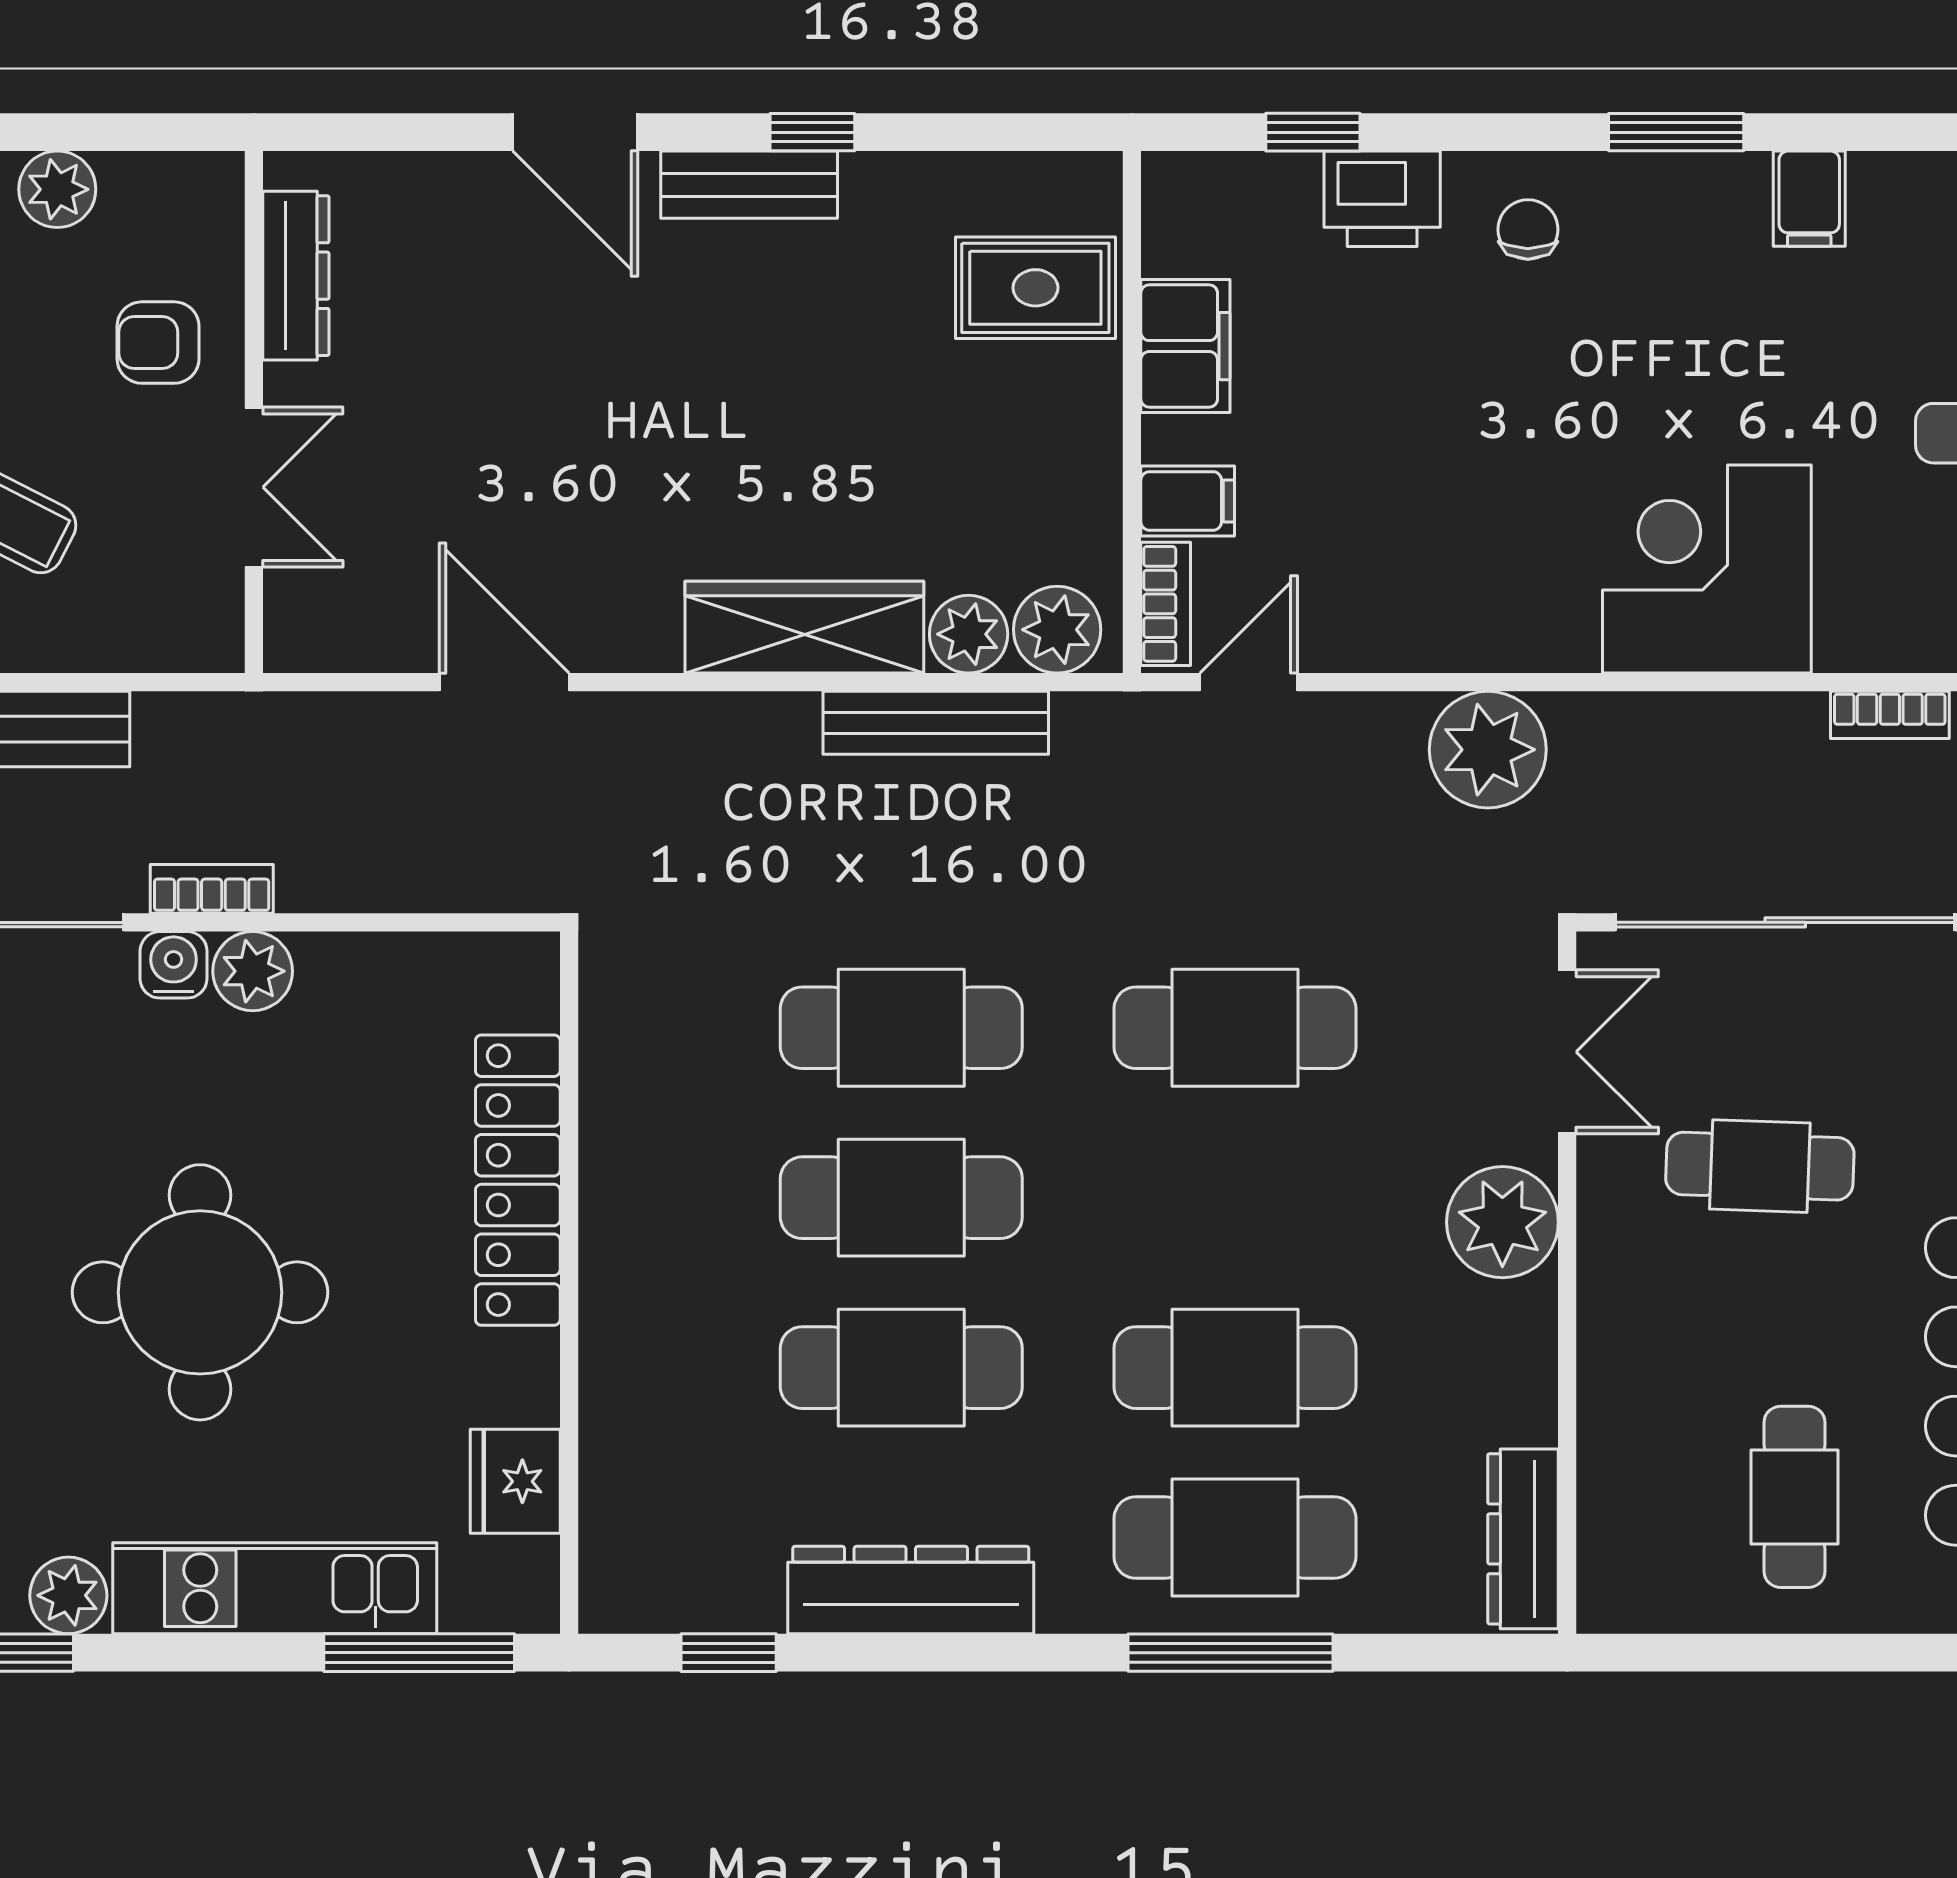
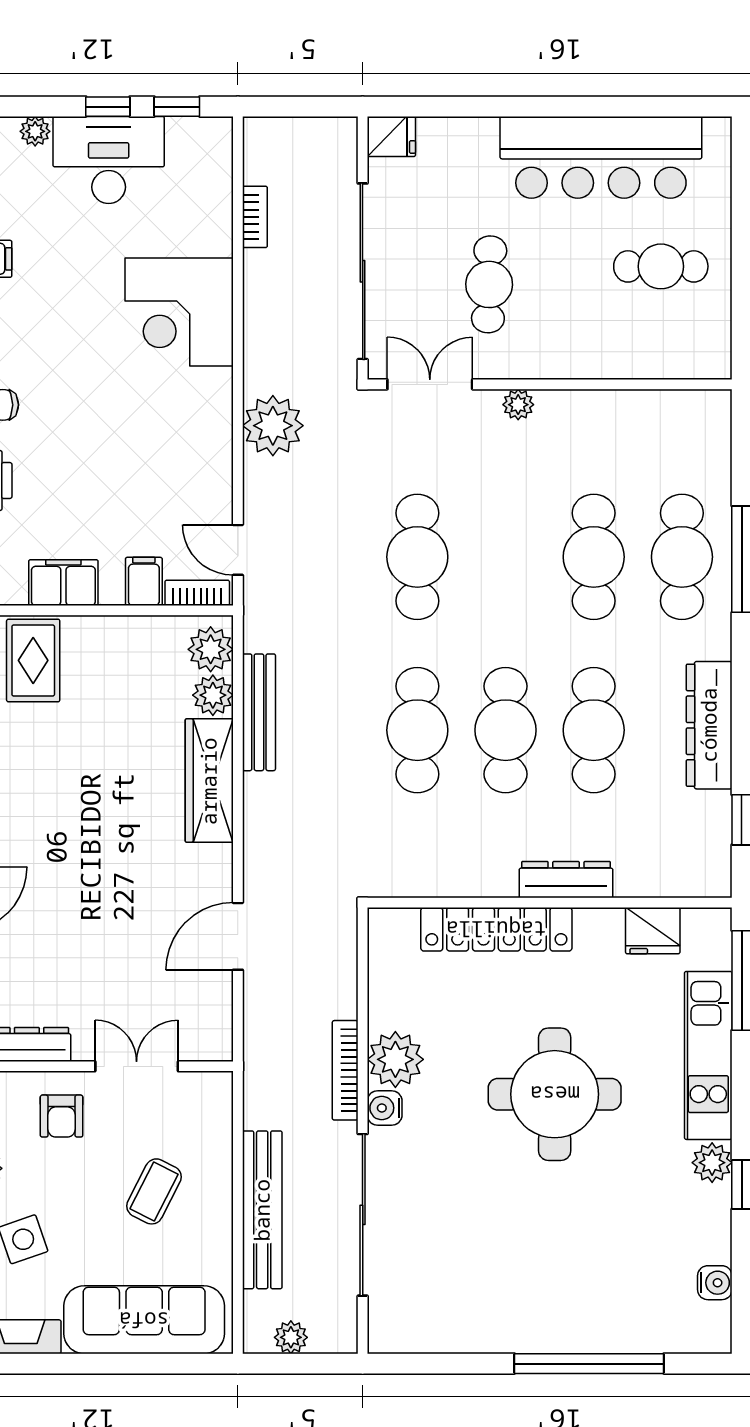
bookcase: (212, 889) -> (345, 1070), width x1.56
plant: (253, 971) -> (395, 1059), width x1.36, depth x1.36
plant: (1502, 1222) -> (518, 405), width x0.53, depth x0.53
dresser: (1523, 1539) -> (566, 880), moved, turned 180

